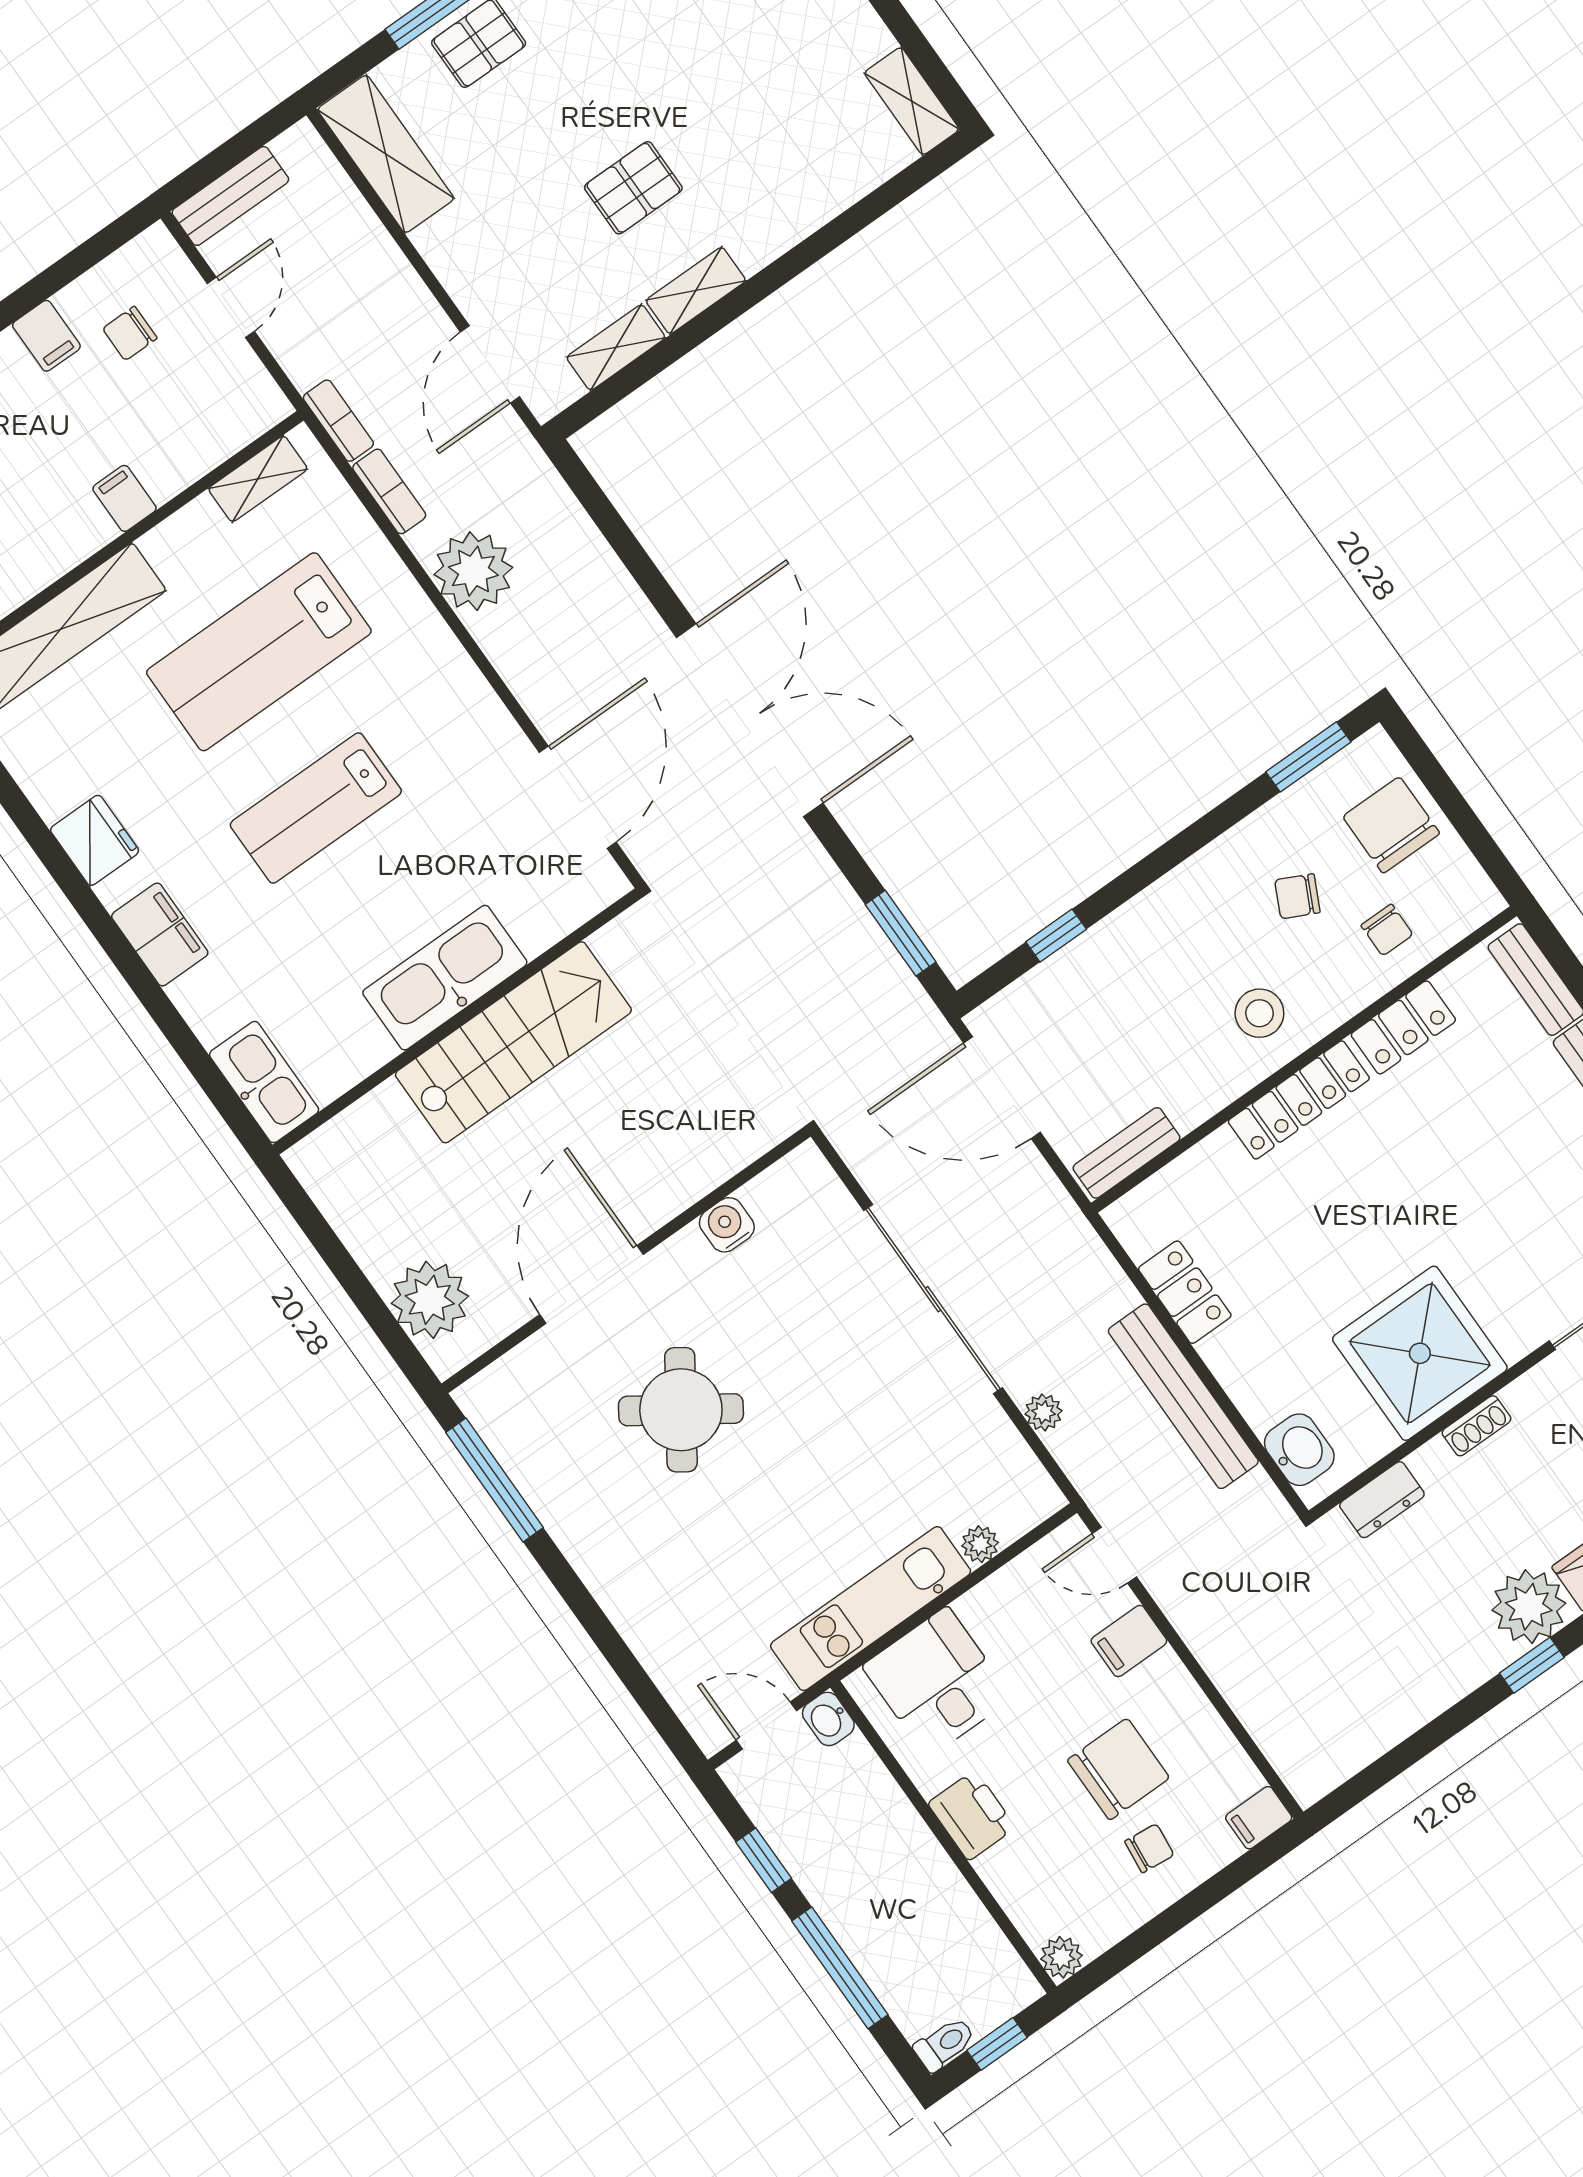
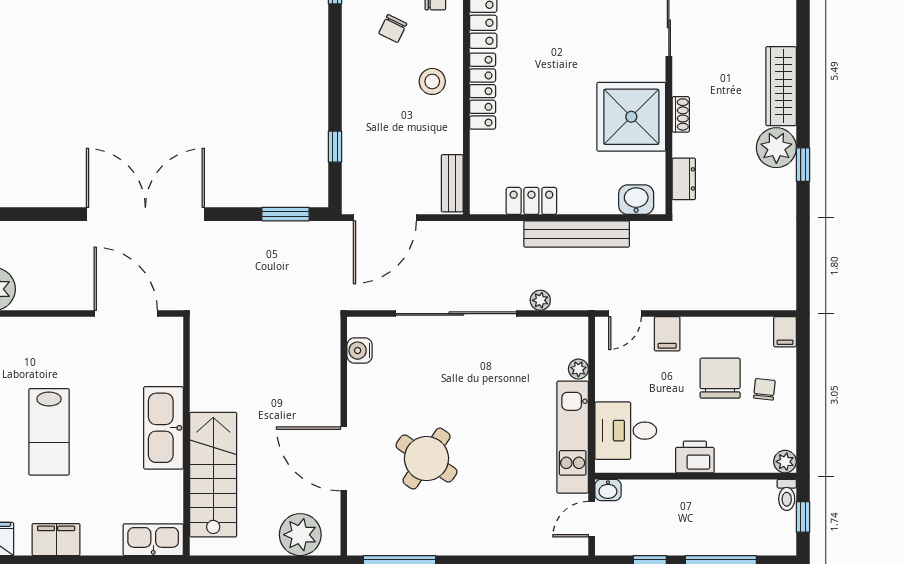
stairs: (513, 1042) -> (213, 475), moved
water cooler: (727, 1225) -> (360, 351), moved
toilet: (945, 2044) -> (787, 495), moved, turned 180

